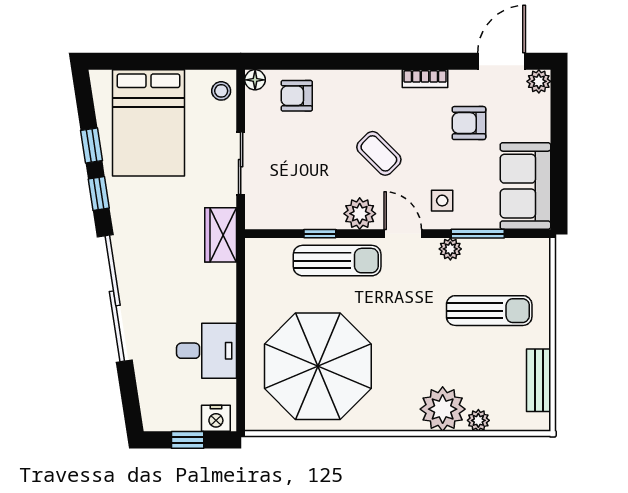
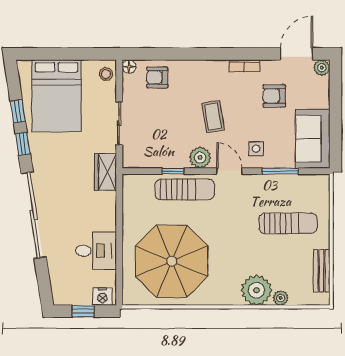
coffee table: (379, 153) -> (213, 117), turned 36
plant: (450, 249) -> (262, 182), removed

